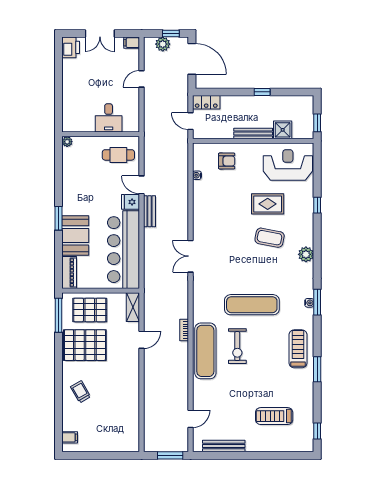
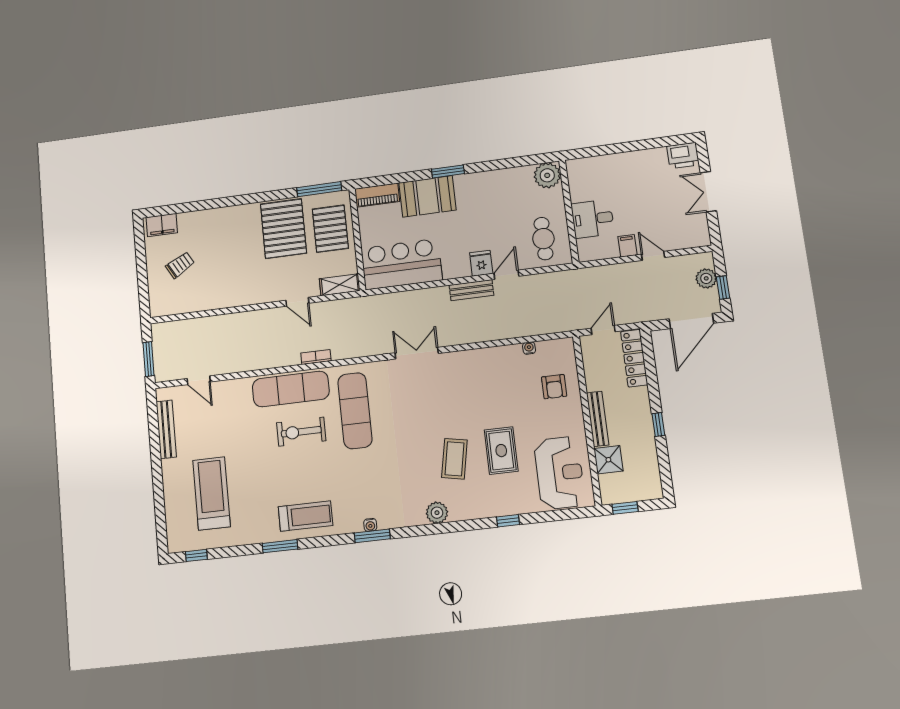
filing cabinet: (132, 43) -> (627, 246), moved
locker: (206, 102) -> (634, 358), width x1.53
plant: (67, 142) -> (547, 175), width x1.88, depth x1.88
bar counter: (124, 250) -> (402, 264), width x0.73
exercise mat: (252, 305) -> (355, 411), moved
trolley: (81, 392) -> (180, 265), moved
treadmill: (274, 416) -> (212, 493), width x1.37, depth x1.38
filing cabinet: (70, 437) -> (162, 225), width x2.00

